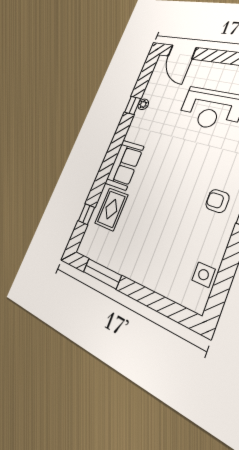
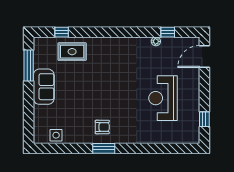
window: (133, 105) -> (168, 32), moved
sofa: (124, 165) -> (44, 87), moved, turned -90
armchair: (217, 201) -> (102, 127), turned 90

